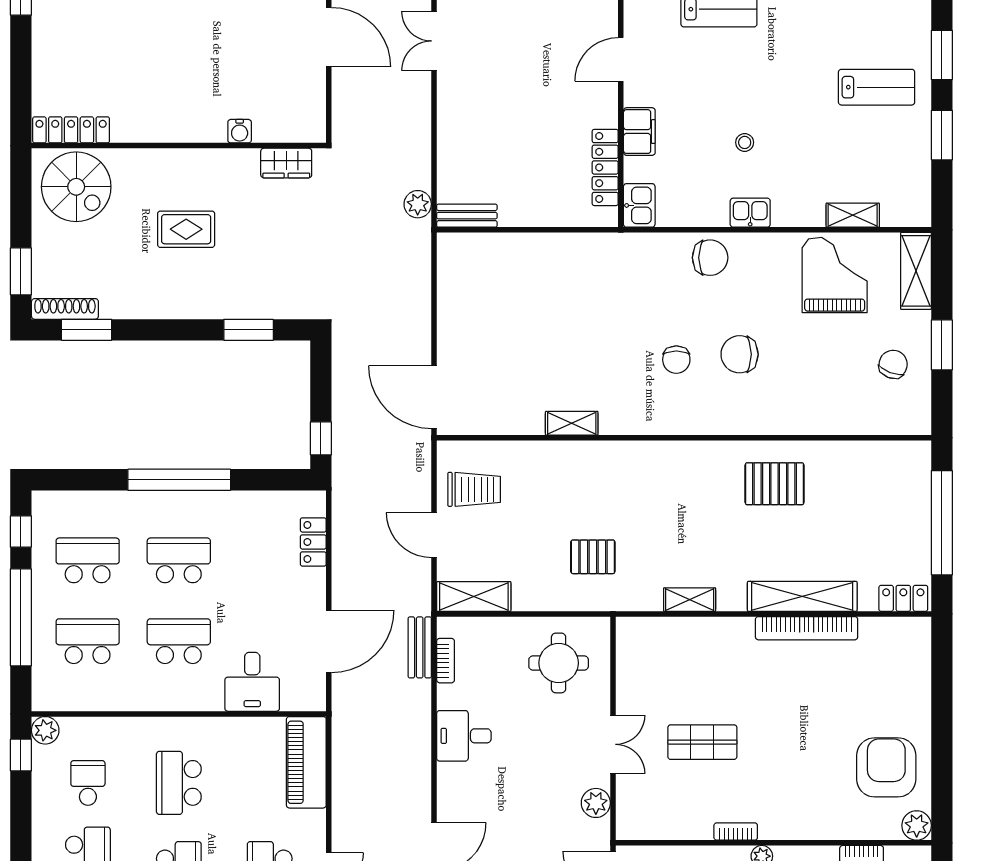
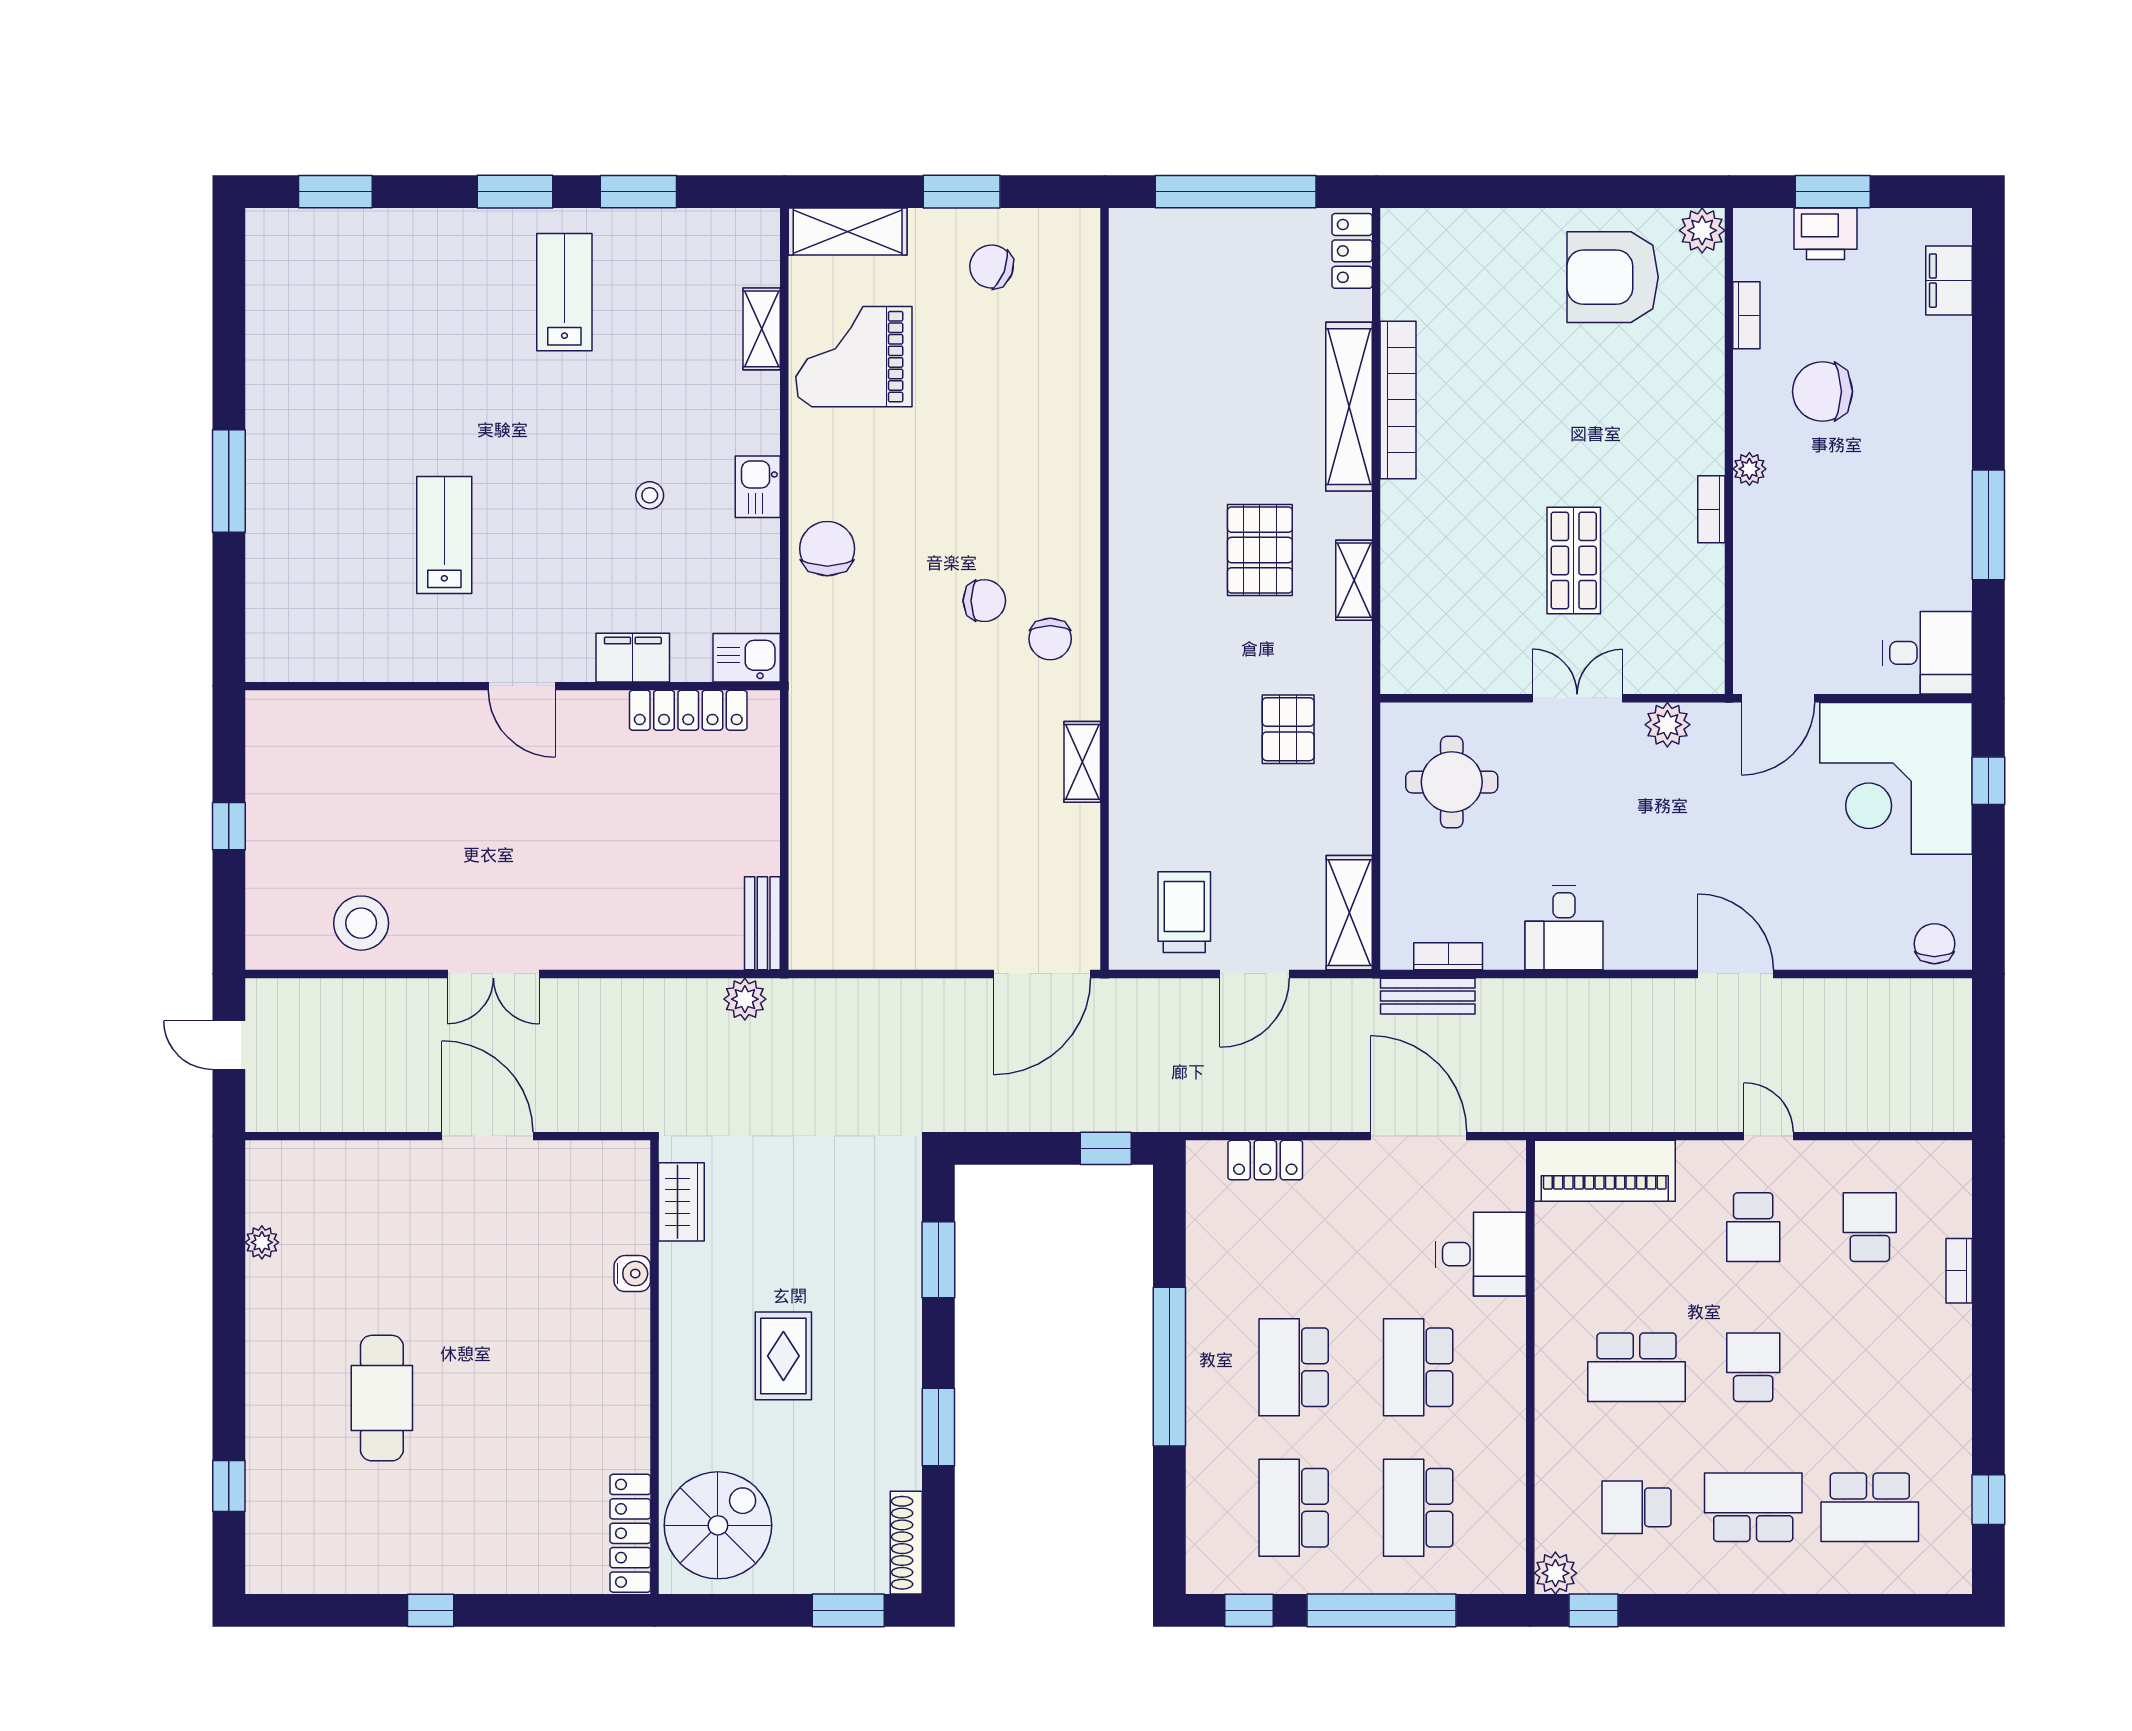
door: (329, 37) -> (487, 1136), hinge flipped
window: (87, 330) -> (938, 1427), moved
chair: (740, 354) -> (1050, 639), moved, width x0.73, depth x0.73
pallet: (775, 484) -> (1260, 550), moved

